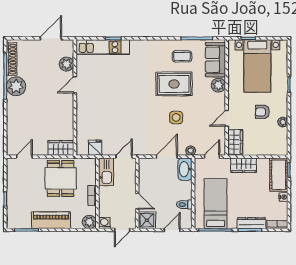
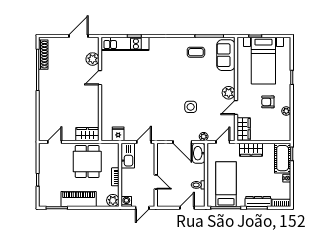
rug: (174, 84) -> (189, 77), removed
plant: (218, 85) -> (229, 93), moved
plant: (16, 86) -> (47, 79), removed
door: (167, 157) -> (182, 142), swing flipped
shower: (147, 220) -> (164, 199), removed

